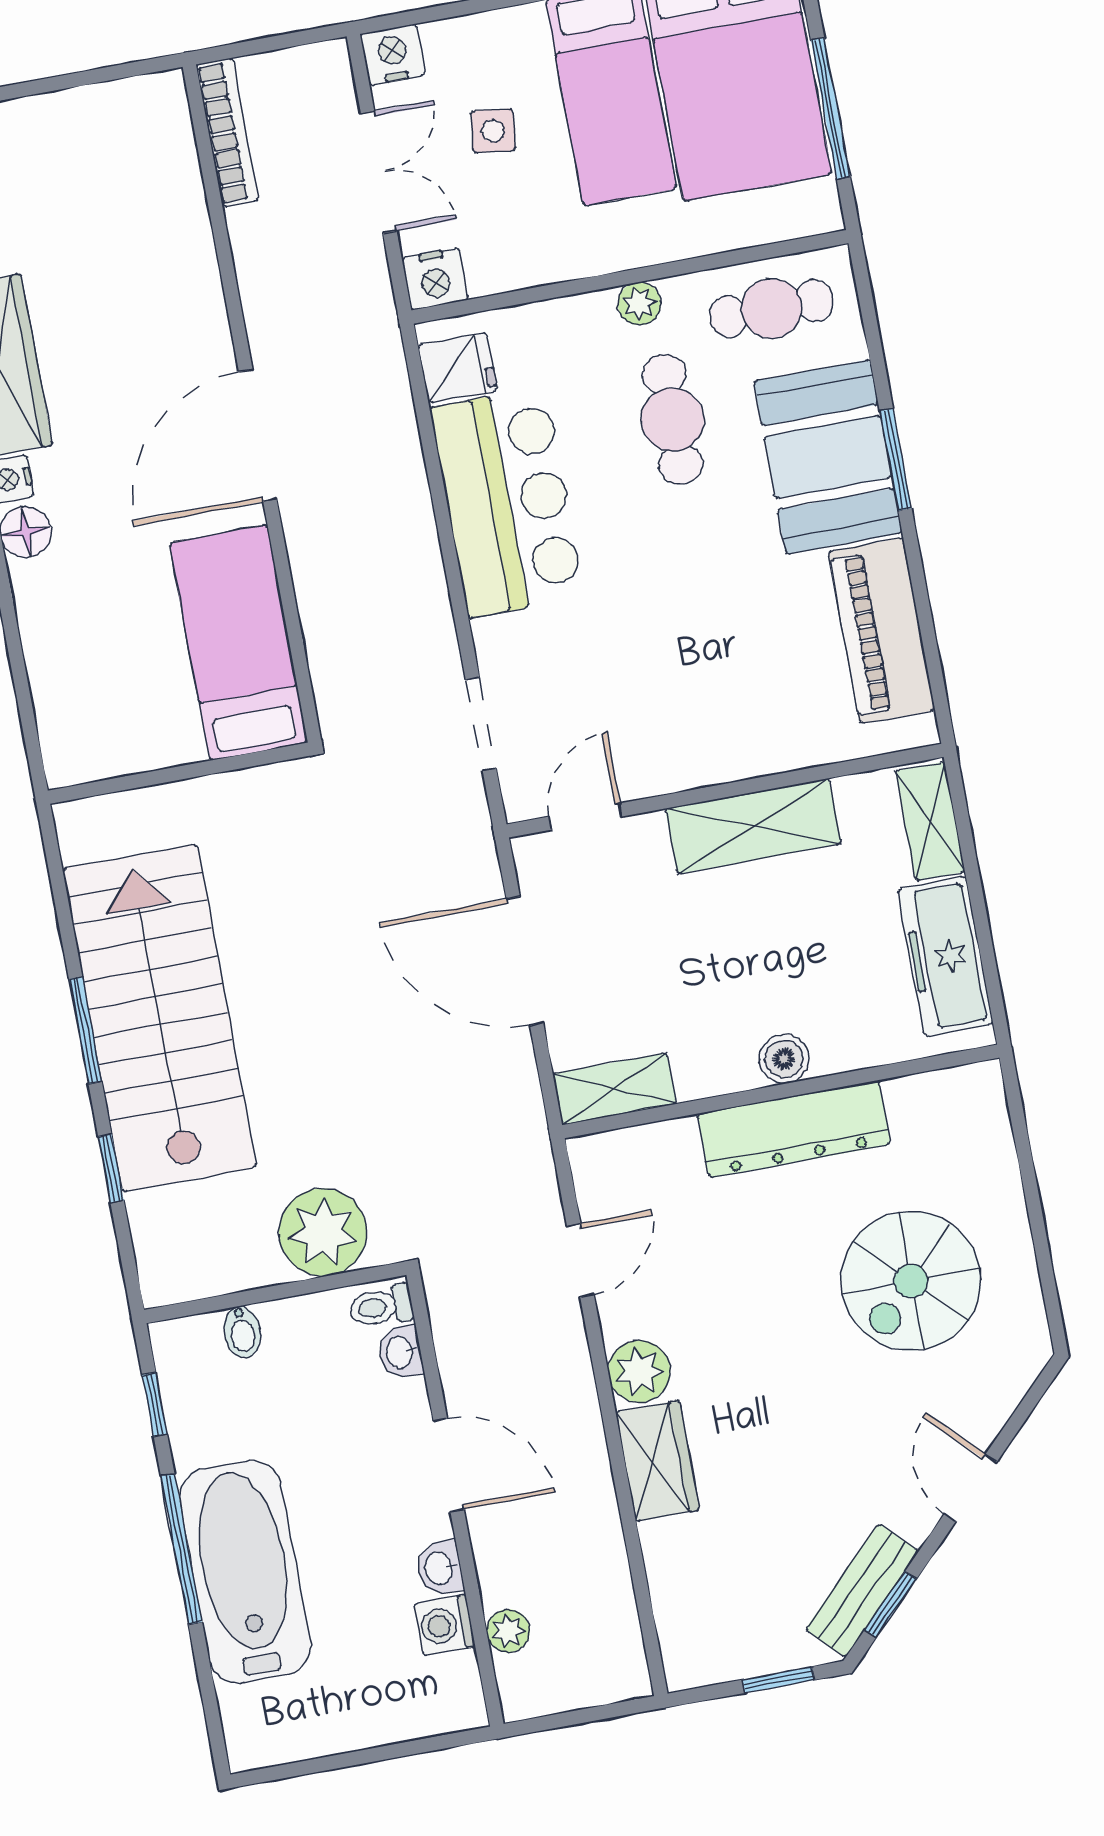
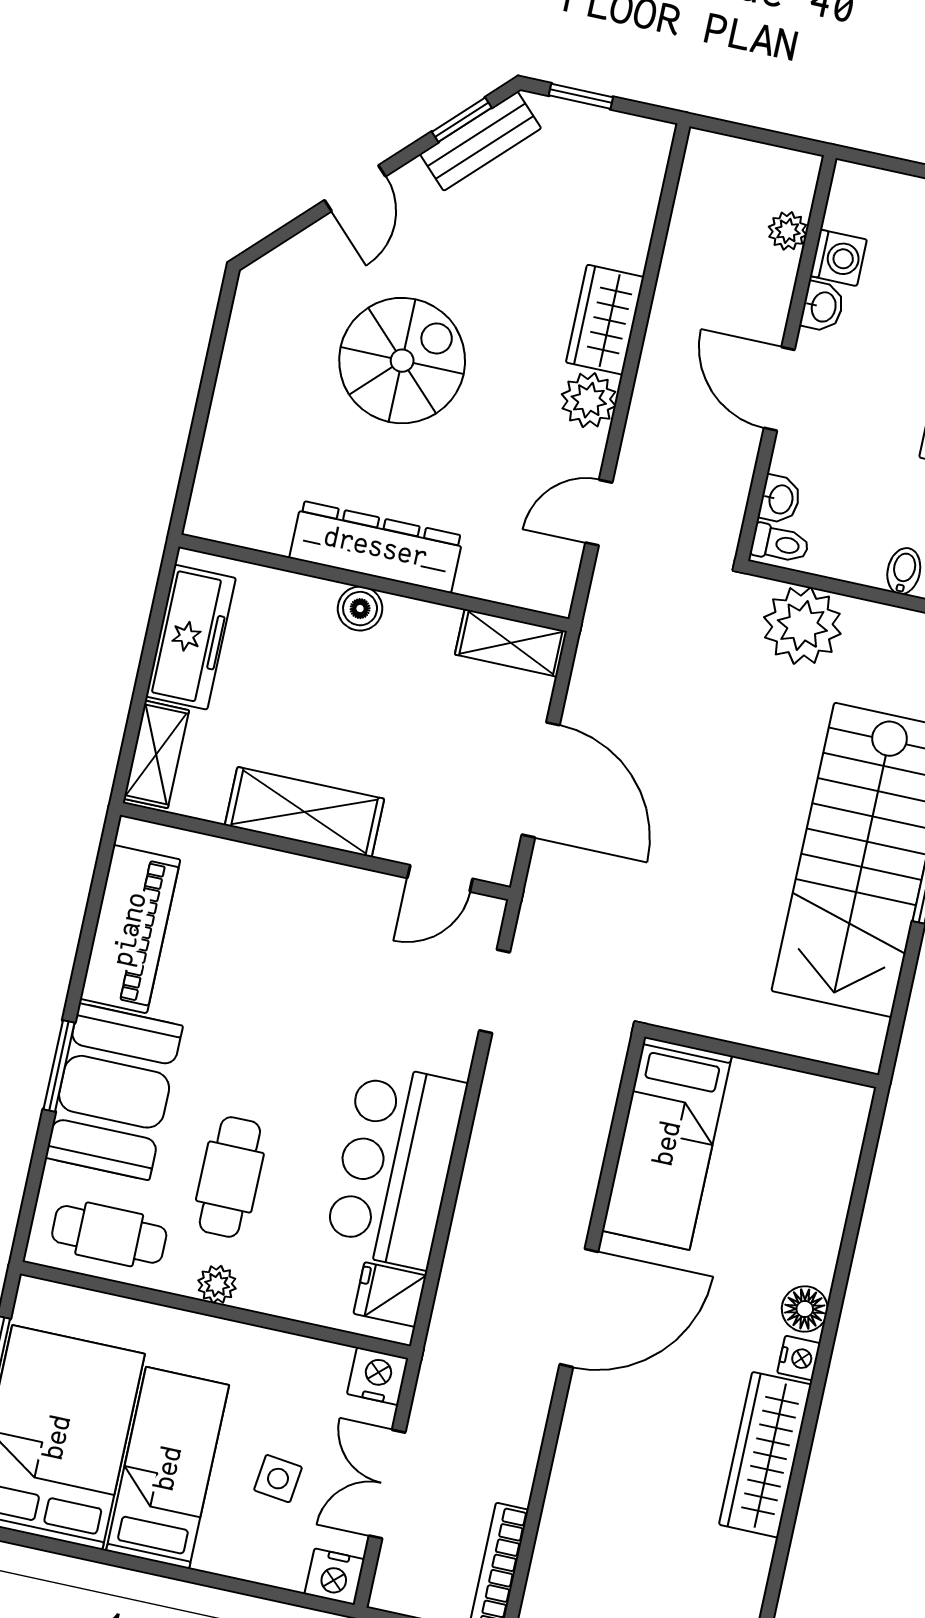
spiral stairs: (911, 1281) -> (402, 361), moved

